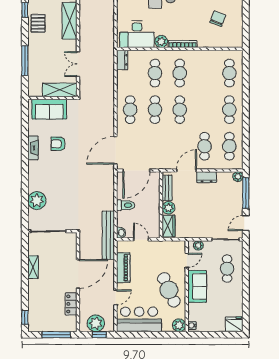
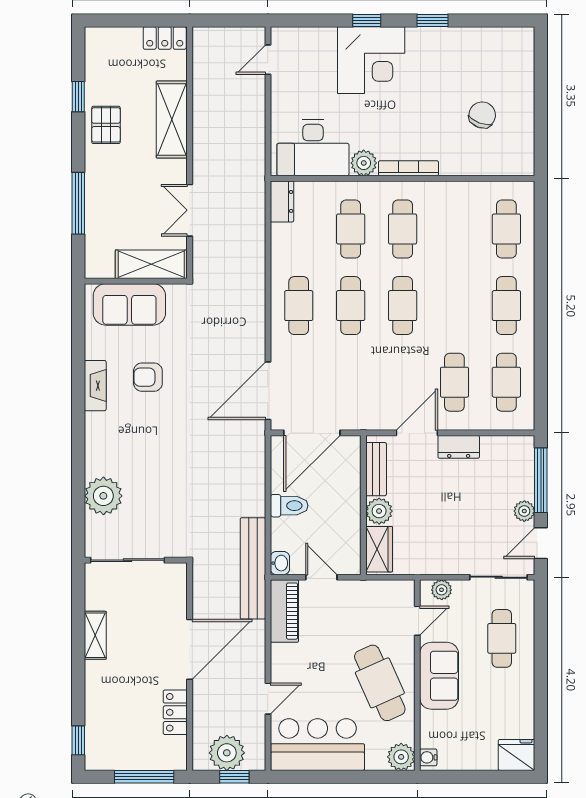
plant: (238, 177) -> (524, 511), moved
piano: (123, 268) -> (284, 611), moved

